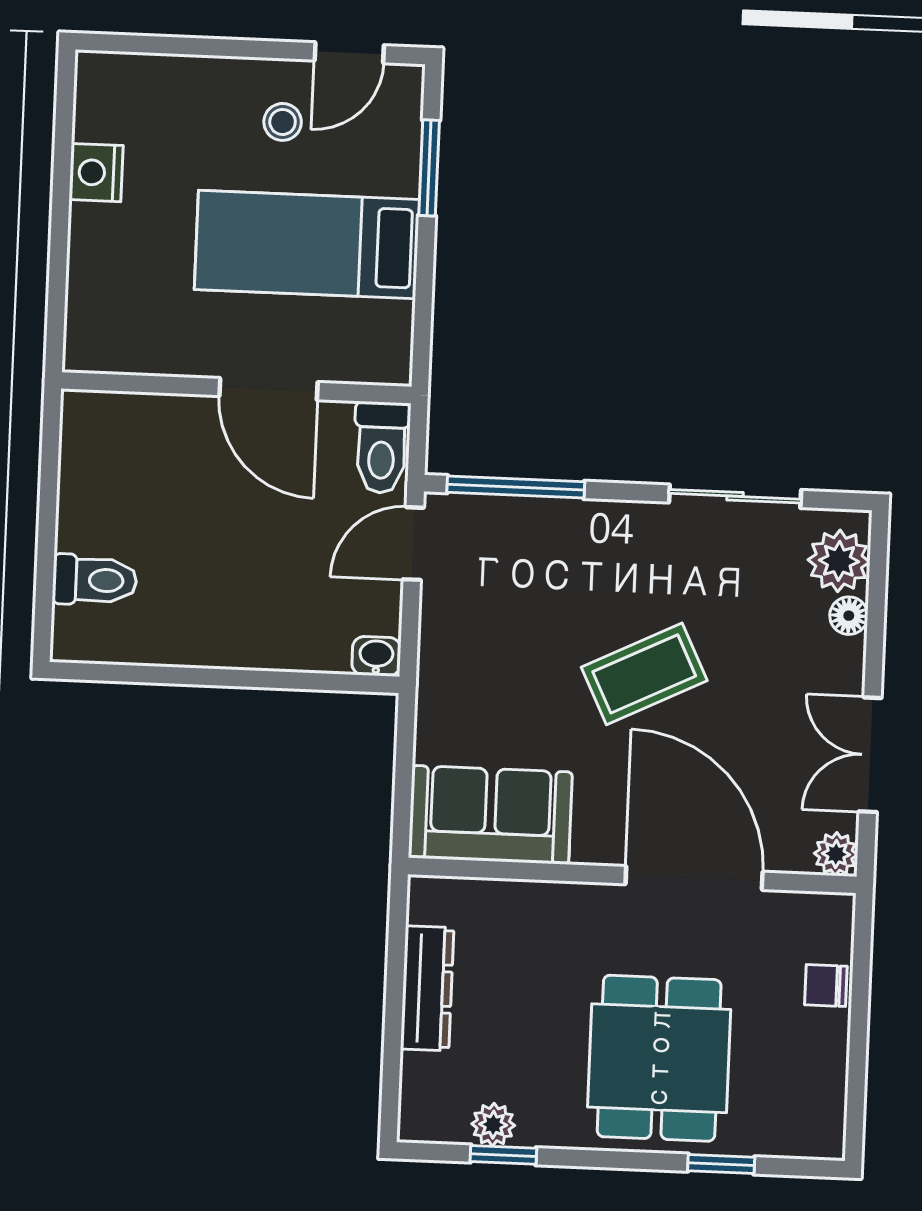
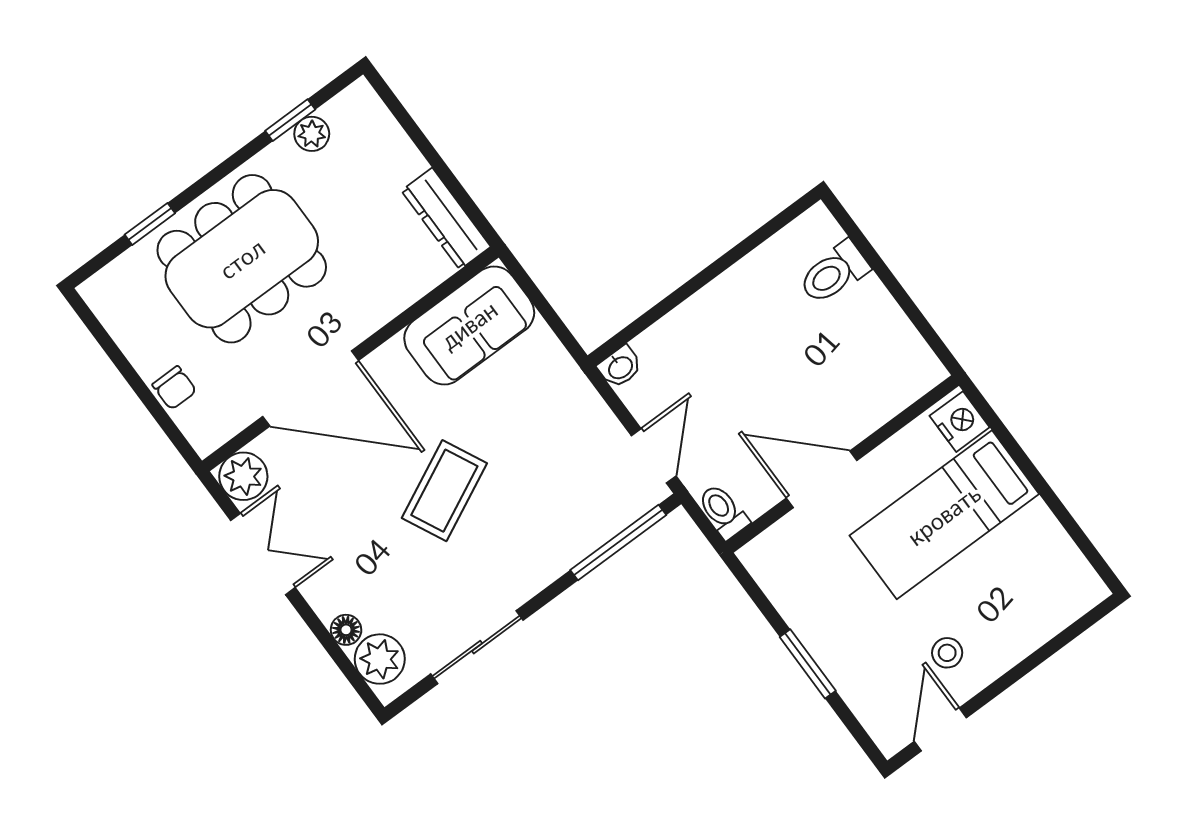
window: (429, 168) -> (808, 664), moved
nightstand: (96, 173) -> (960, 422), moved
bed: (307, 245) -> (944, 515), moved, turned 180
toilet: (382, 447) -> (723, 511), width x0.73, depth x0.72
plant: (836, 854) -> (243, 476), width x1.38, depth x1.38
chair: (826, 986) -> (174, 388), turned 90
dresser: (427, 988) -> (446, 219), moved
dining table: (659, 1058) -> (242, 259), width x1.38

